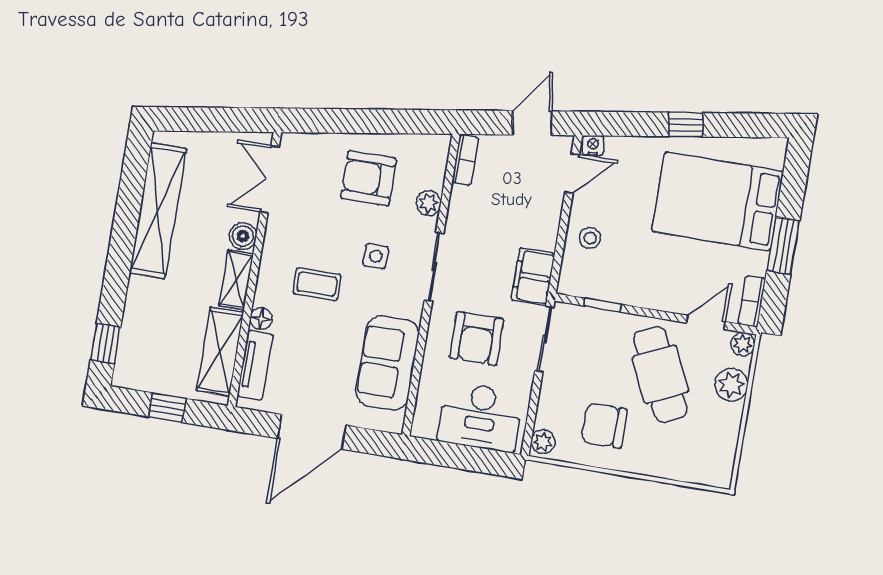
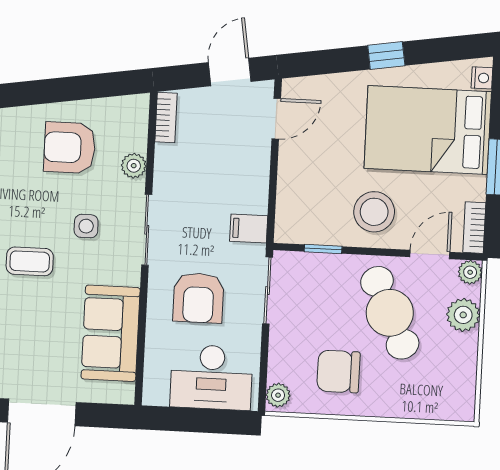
nightstand: (593, 145) -> (482, 78), moved, turned 99
stool: (590, 238) -> (374, 212), moved, width x1.89, depth x1.89
filing cabinet: (533, 277) -> (249, 228), width x0.50

